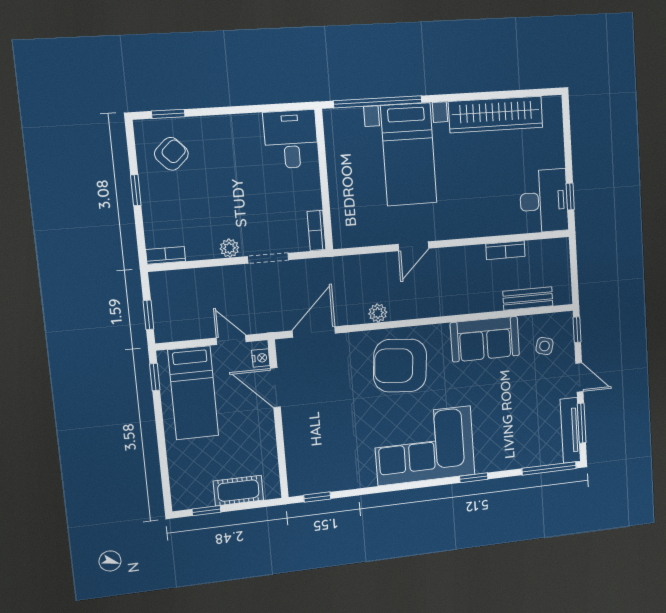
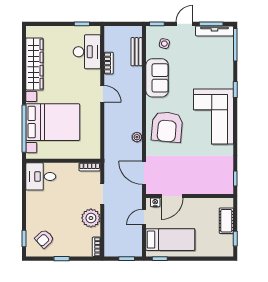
armchair: (171, 154) -> (44, 239), turned -89
bed with nightstands: (409, 154) -> (53, 122), width x1.36
desk: (544, 201) -> (87, 52), moved, turned 90
door: (413, 246) -> (102, 94), moved
plant: (229, 248) -> (91, 218), width x1.88, depth x1.88

